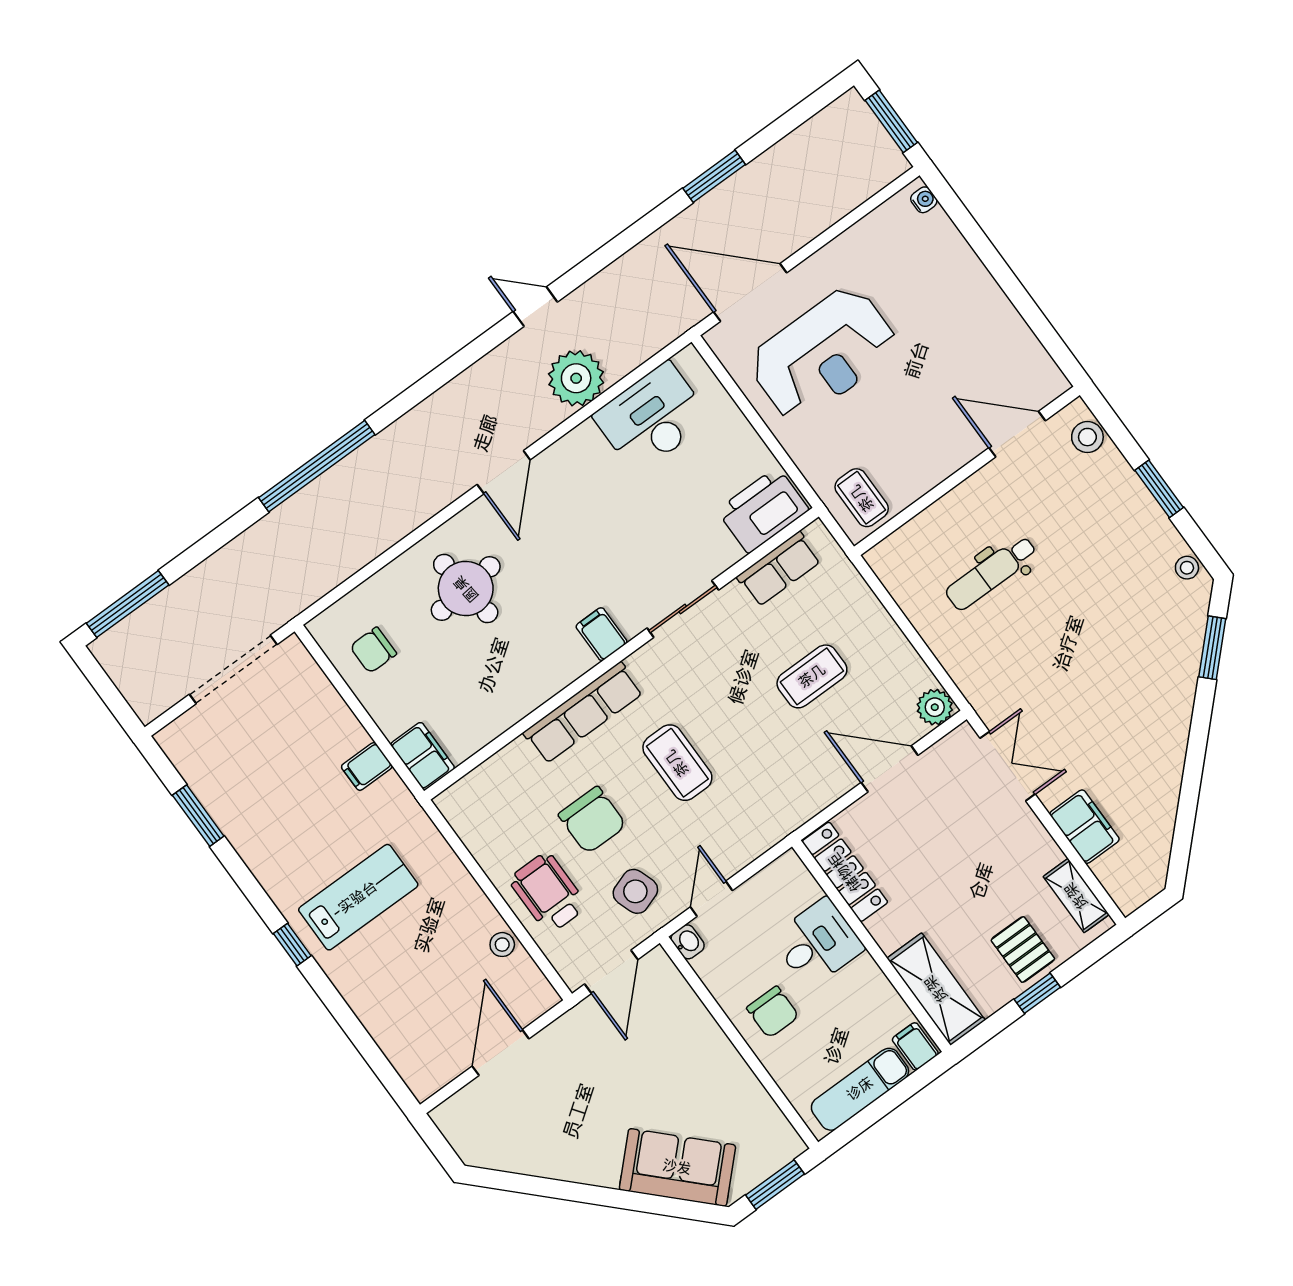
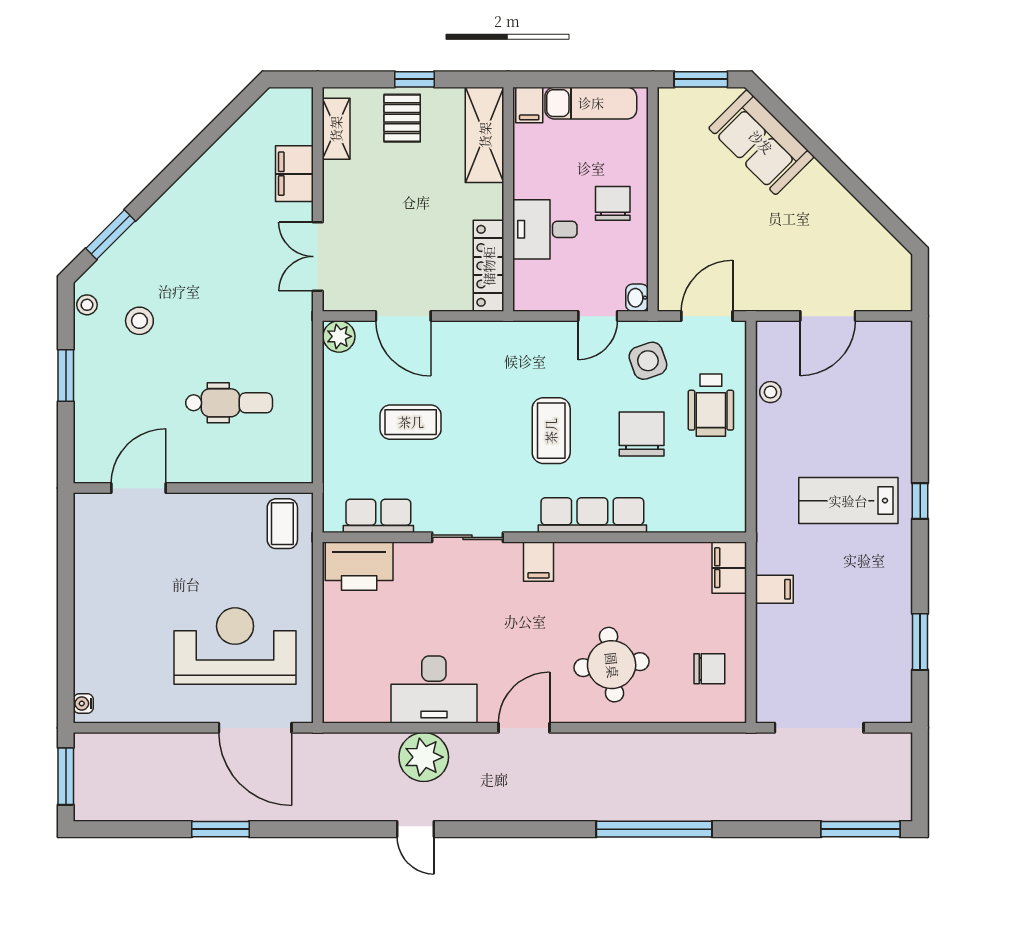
desk: (652, 418) -> (434, 689), moved
door: (1017, 434) -> (139, 488), swing flipped
stool: (1087, 437) -> (139, 321), moved

